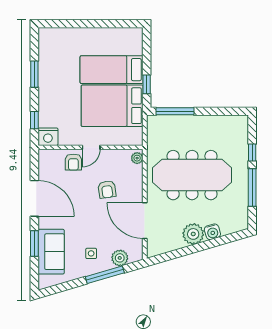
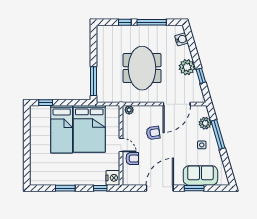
window: (147, 84) -> (46, 103), moved
meeting table: (192, 175) -> (142, 68), width x0.73
water cooler: (212, 232) -> (181, 39), moved
window: (182, 252) -> (201, 76), added

